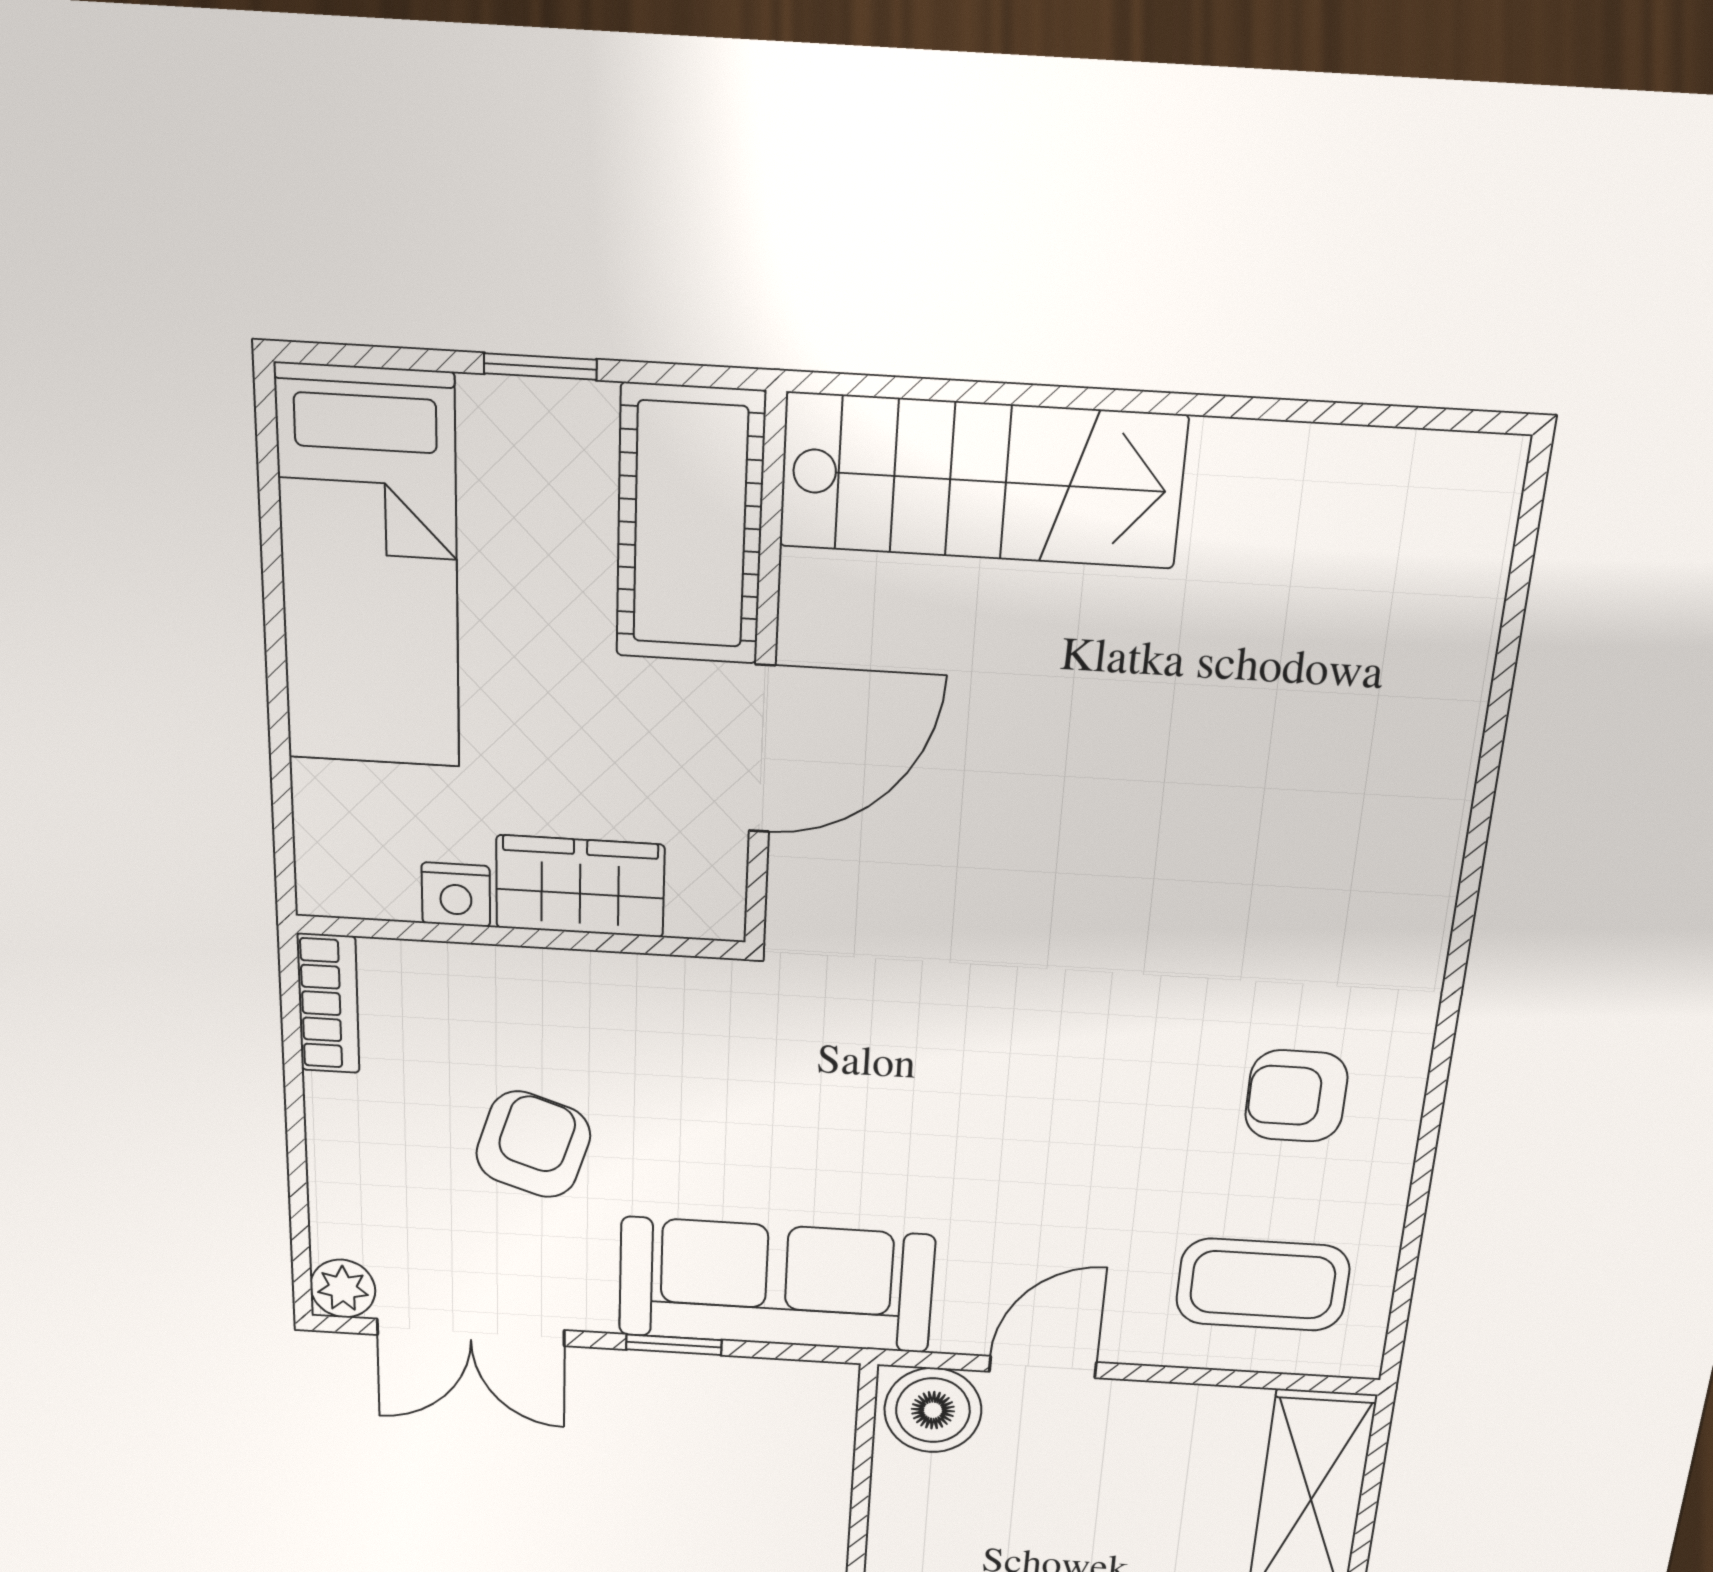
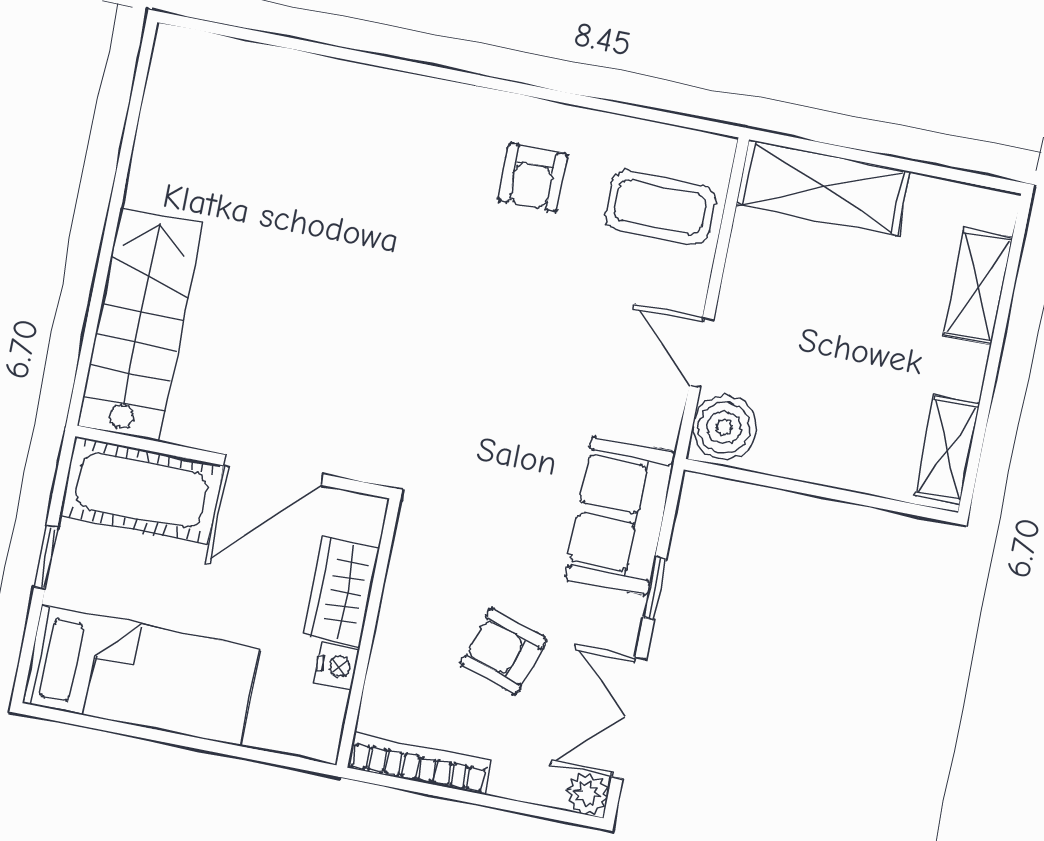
door: (762, 749) -> (274, 470), swing flipped
bookcase: (328, 1004) -> (419, 764), width x1.56
sofa: (776, 1285) -> (620, 516), width x0.73
coffee table: (1263, 1285) -> (660, 207), turned 90
double door: (471, 1332) -> (629, 718), swing flipped

